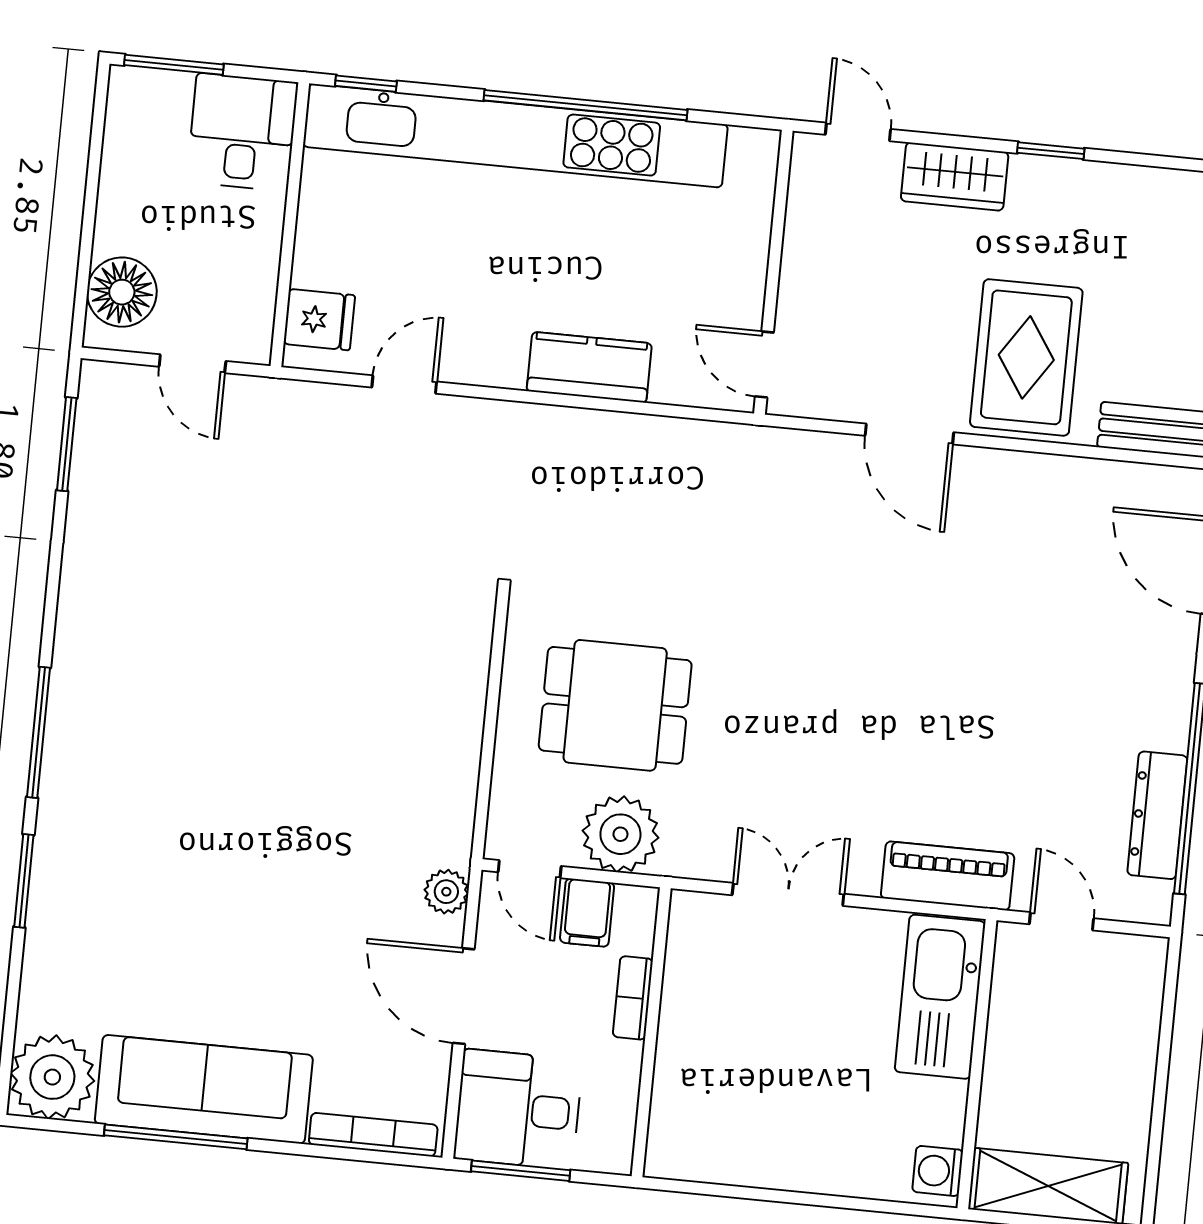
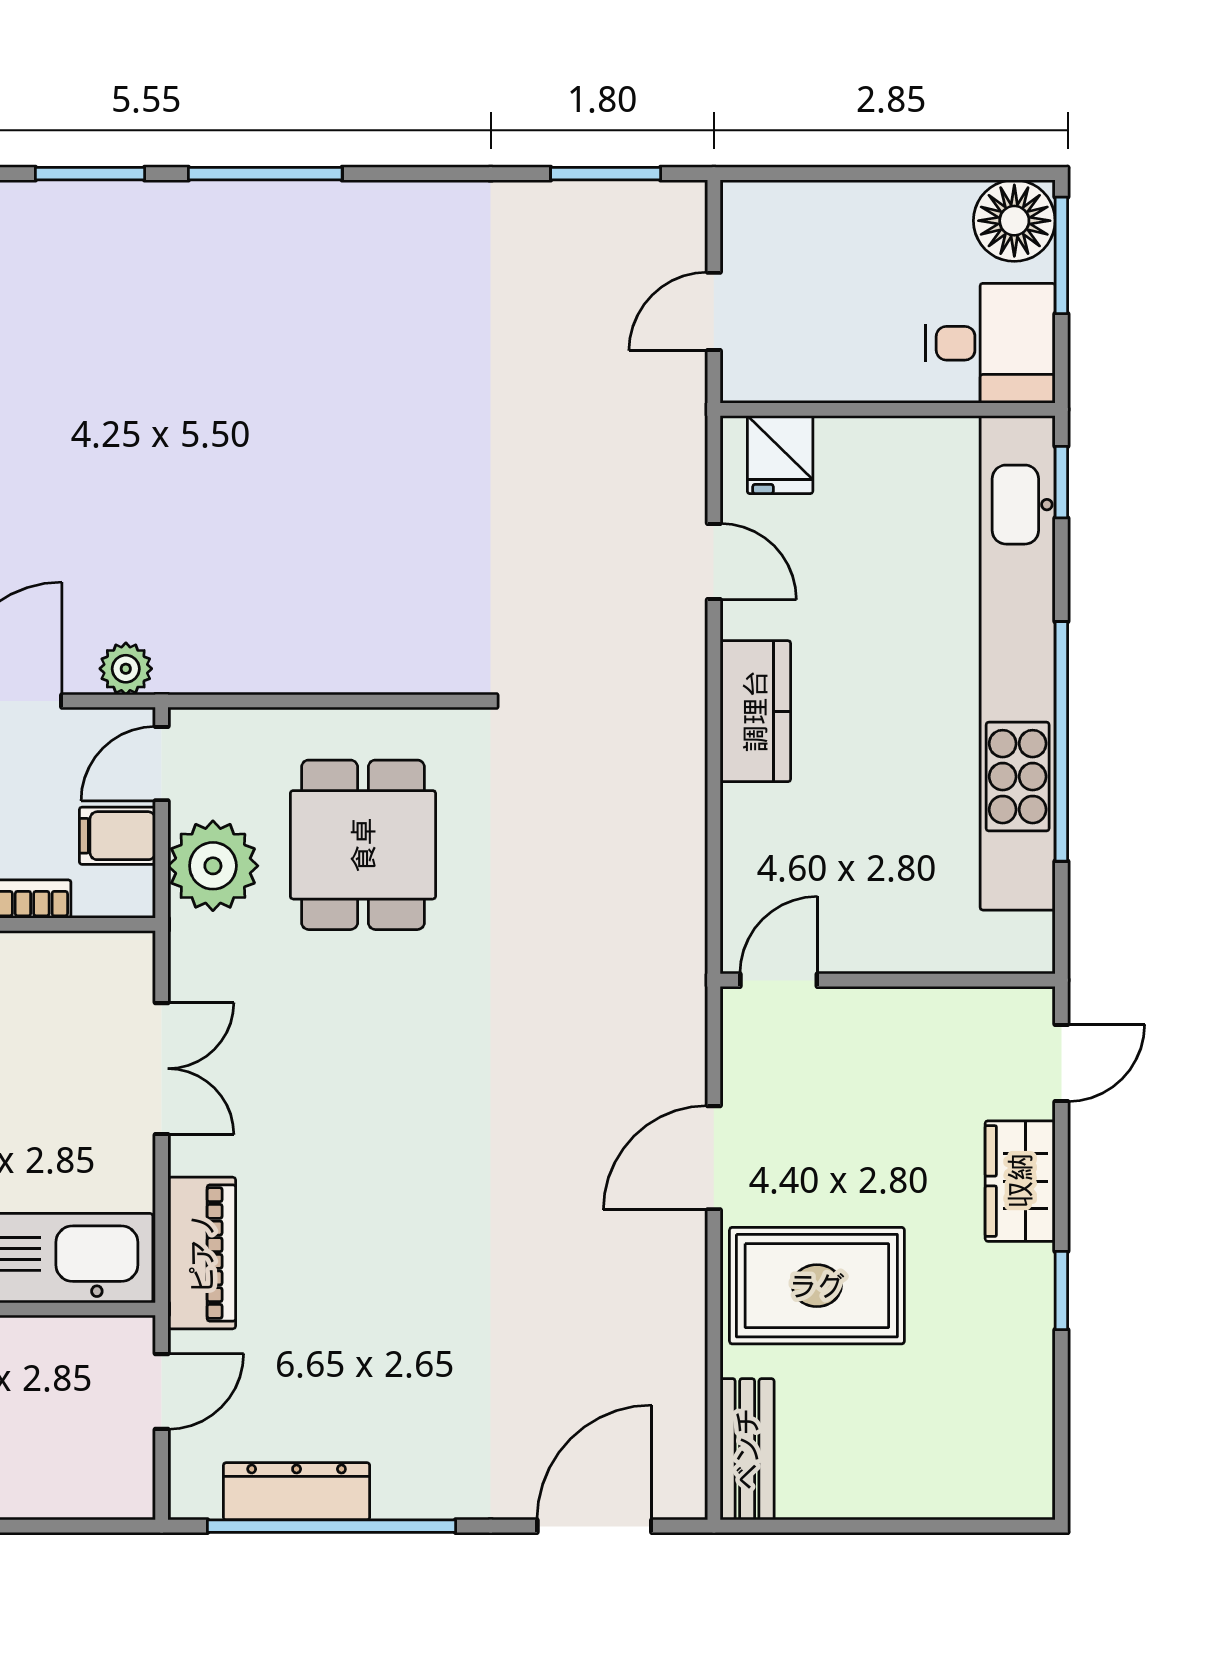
floor lamp: (122, 292) -> (1014, 221), moved
kitchen counter: (589, 367) -> (755, 711), moved

